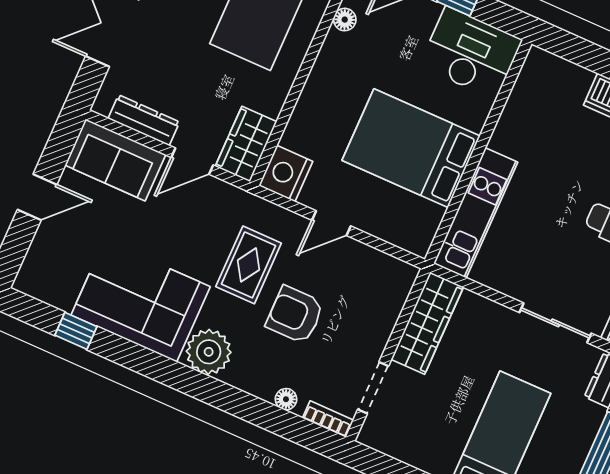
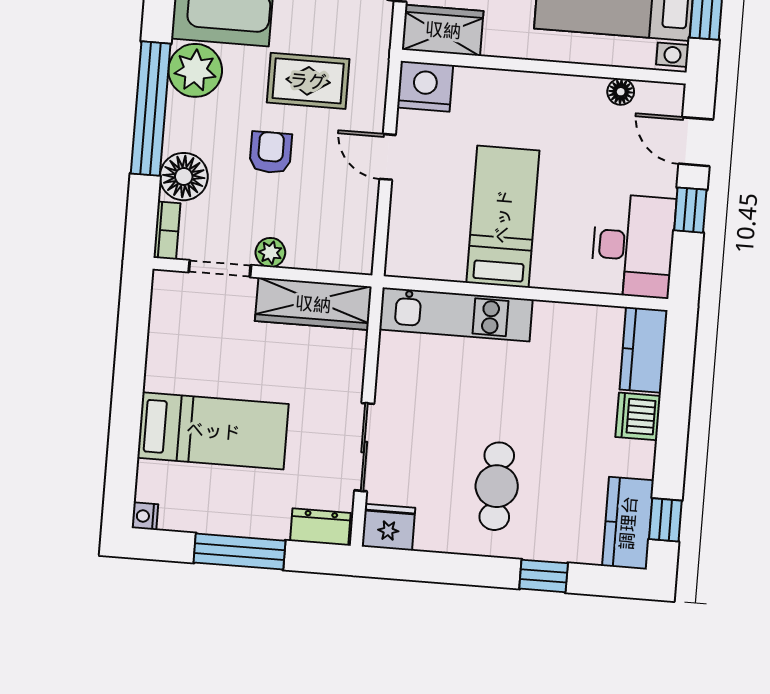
kitchen counter: (556, 74) -> (644, 350), added
bed: (411, 148) -> (503, 217), width x0.67
armchair: (295, 315) -> (271, 152), width x0.72, depth x0.72
plant: (374, 343) -> (270, 252), added
window: (227, 398) -> (151, 109), added
floor lamp: (286, 399) -> (184, 177), width x1.89, depth x1.89

